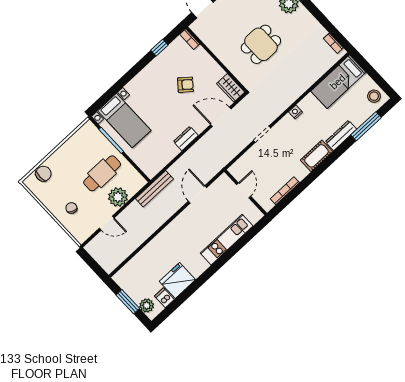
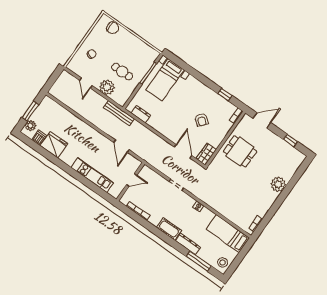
dining table: (261, 44) -> (240, 151), moved
dresser: (186, 138) -> (141, 114), moved
cafe table: (102, 173) -> (122, 72), width x0.73, depth x0.74
door: (198, 194) -> (121, 146), swing flipped

